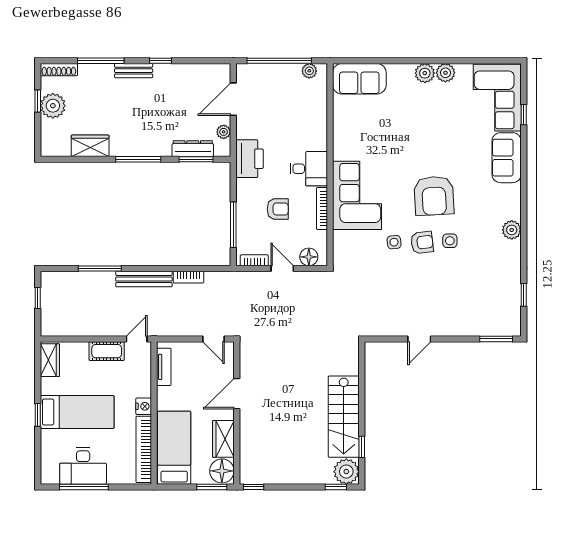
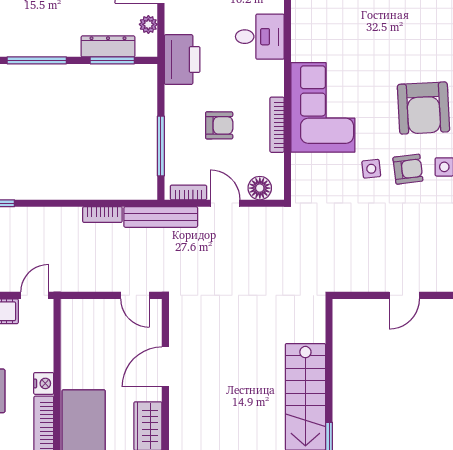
desk: (309, 169) -> (260, 37), moved
bench: (144, 279) -> (161, 217), moved
tv unit: (164, 367) -> (70, 332), removed

